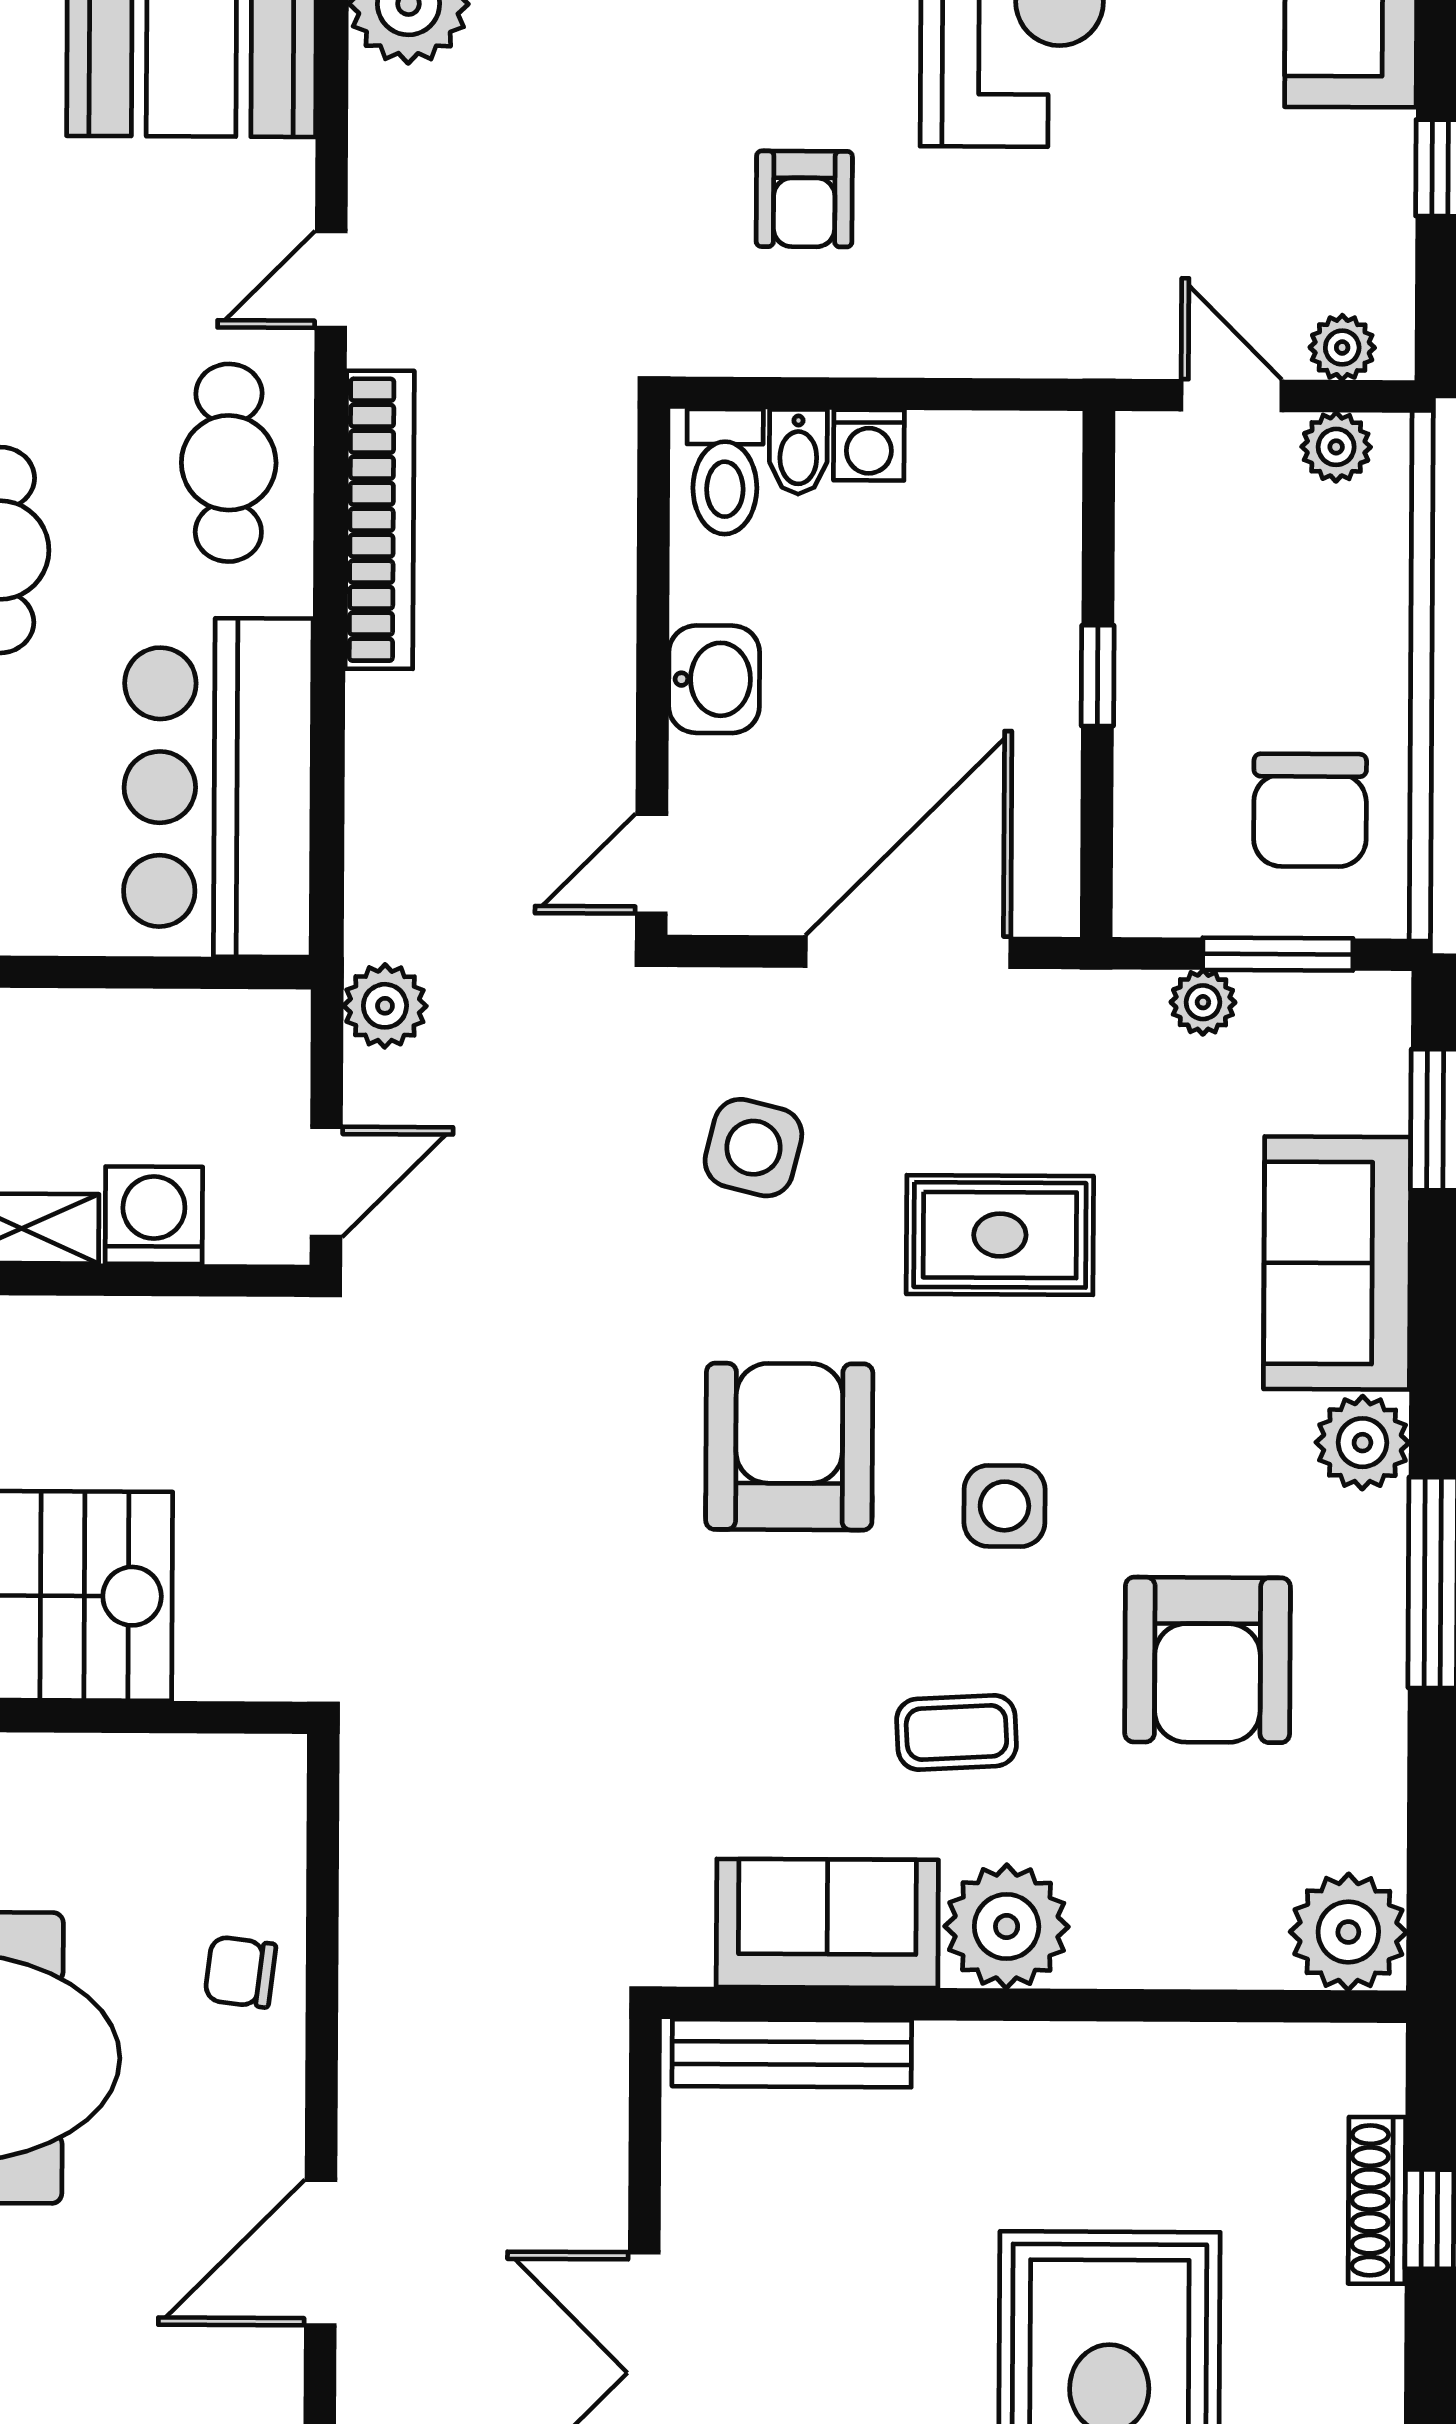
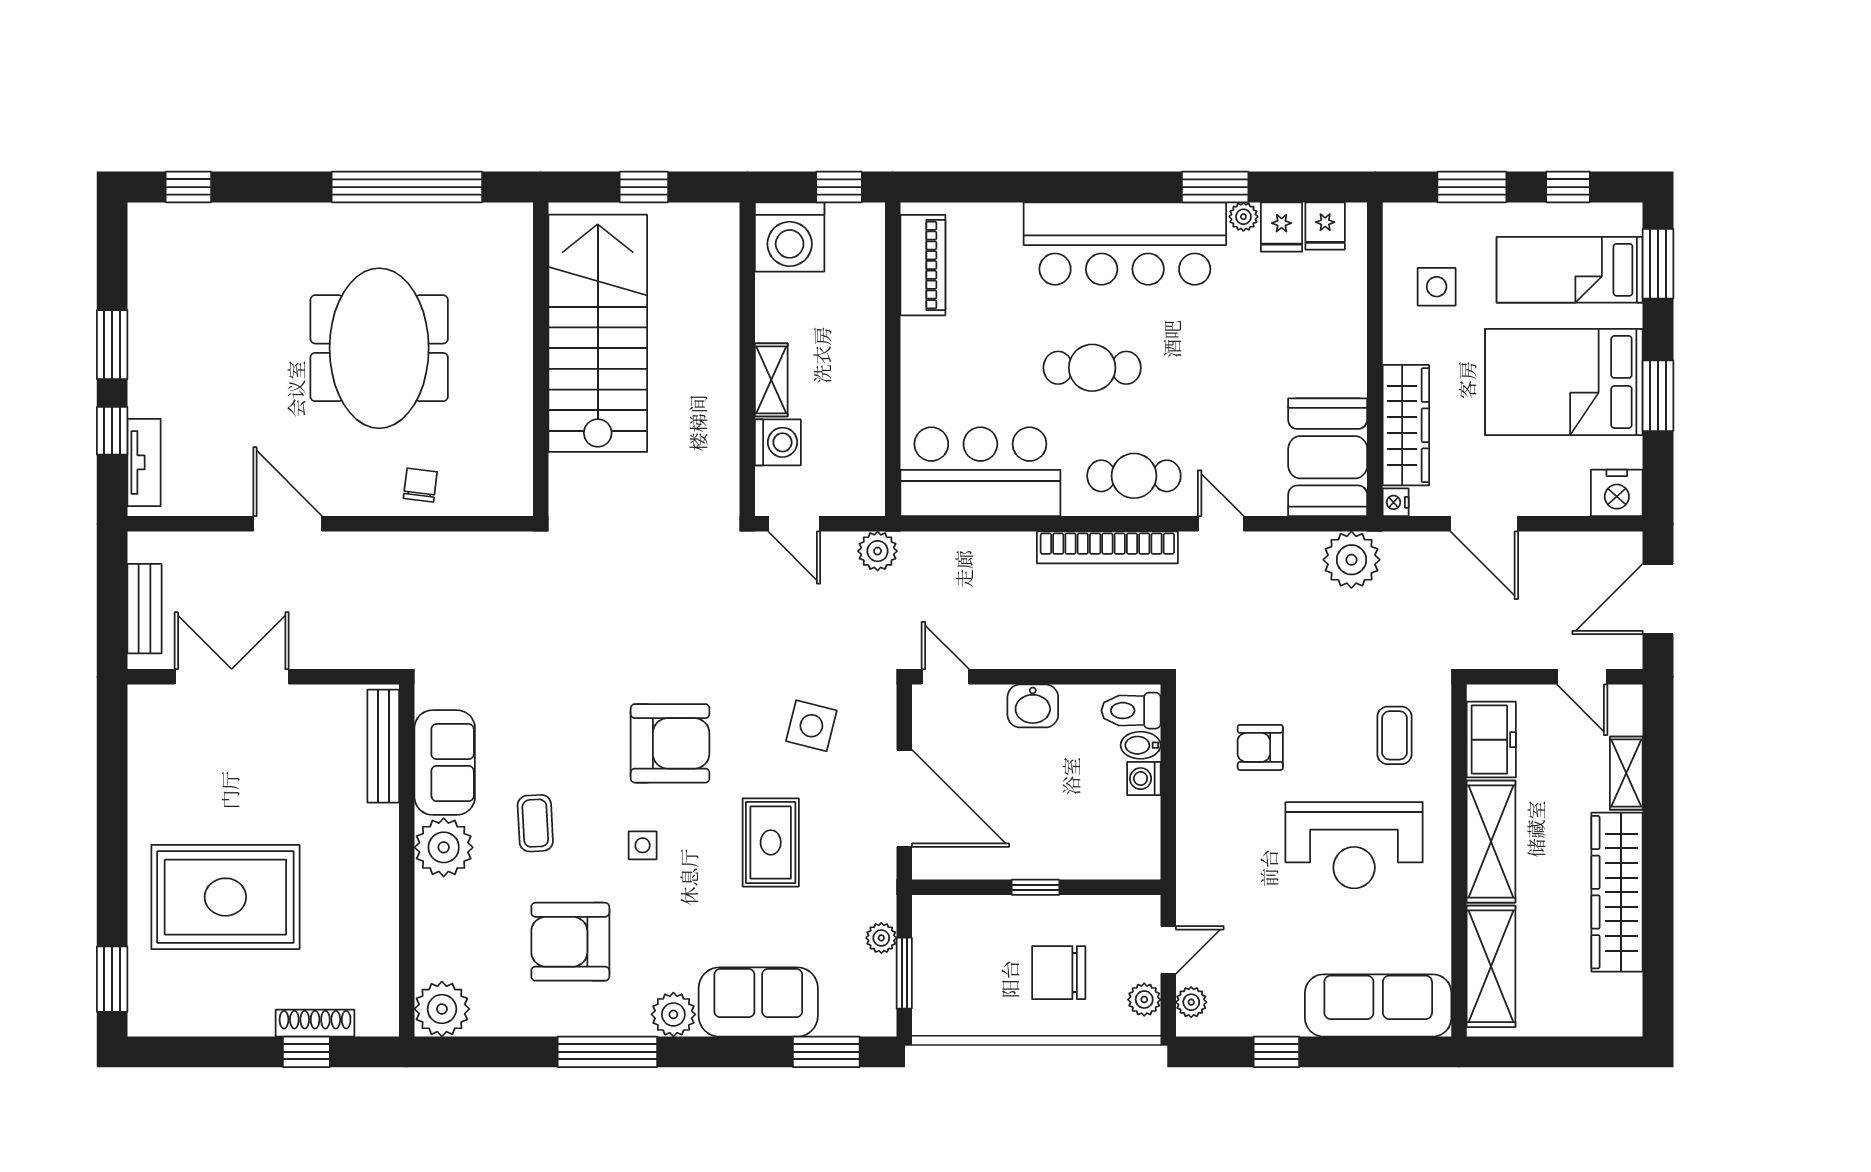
chair: (1310, 810) -> (1059, 973), moved
side table: (1004, 1506) -> (643, 845), width x0.73, depth x0.73

